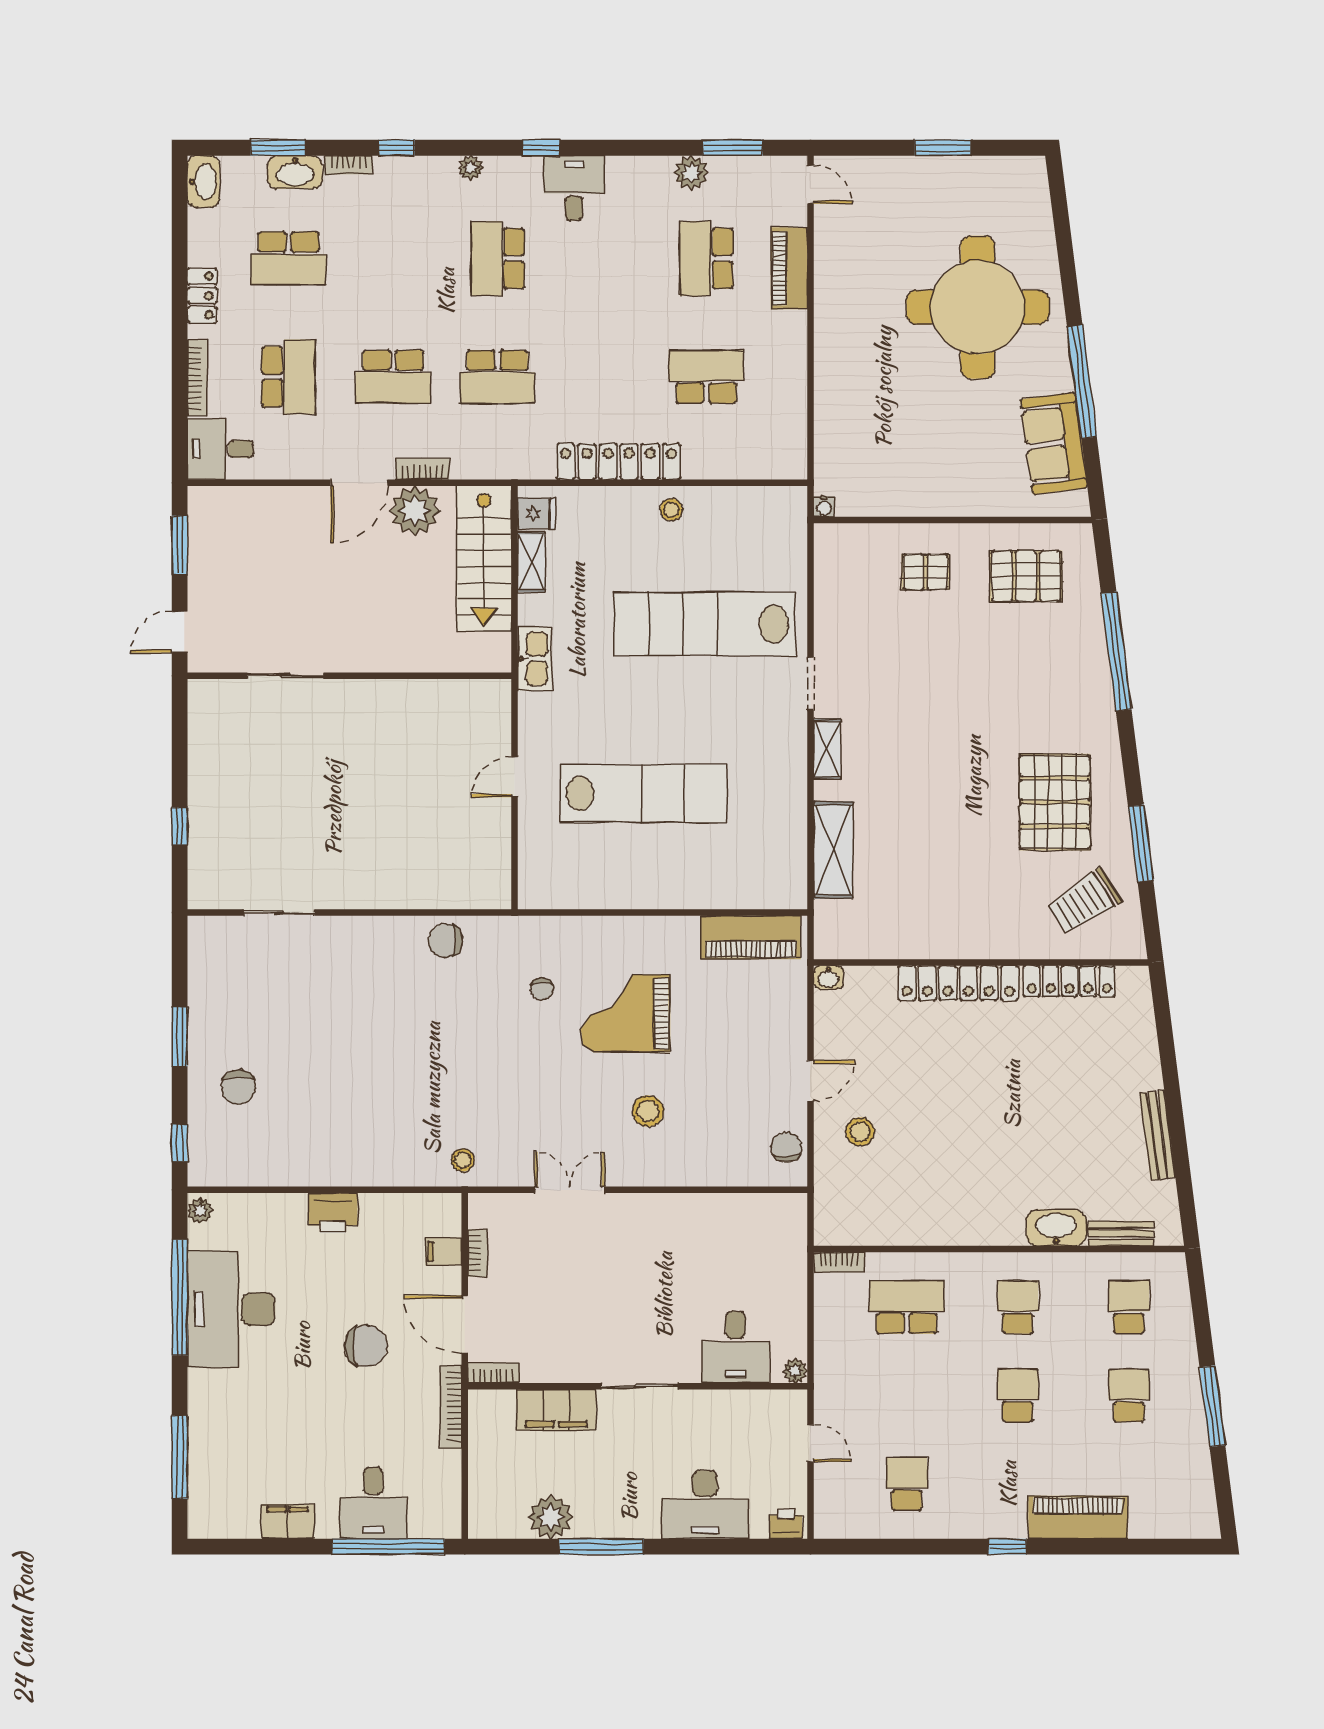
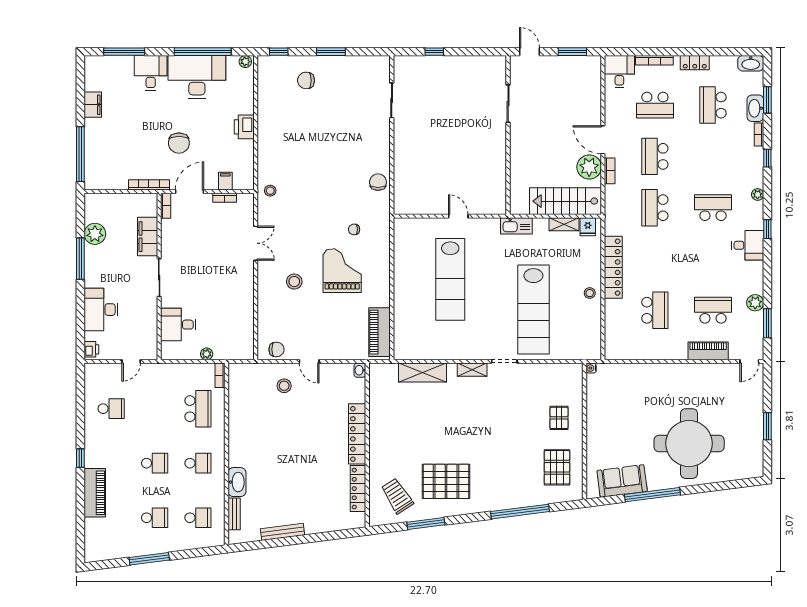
lab bench: (705, 624) -> (533, 309), turned 180
plant: (795, 1371) -> (207, 354), moved
desk: (373, 1503) -> (151, 73), moved, turned 90

